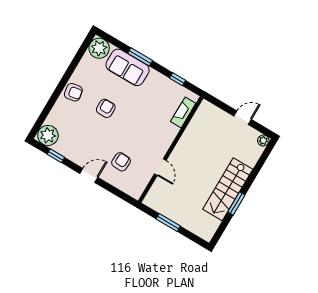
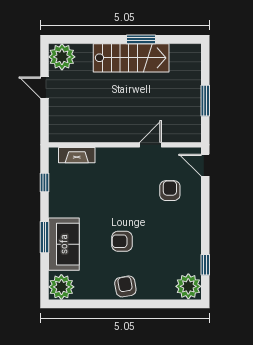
plant: (263, 141) -> (62, 57), width x1.87, depth x1.87
armchair: (121, 162) -> (170, 191), turned 87
door: (89, 175) -> (205, 165), moved

